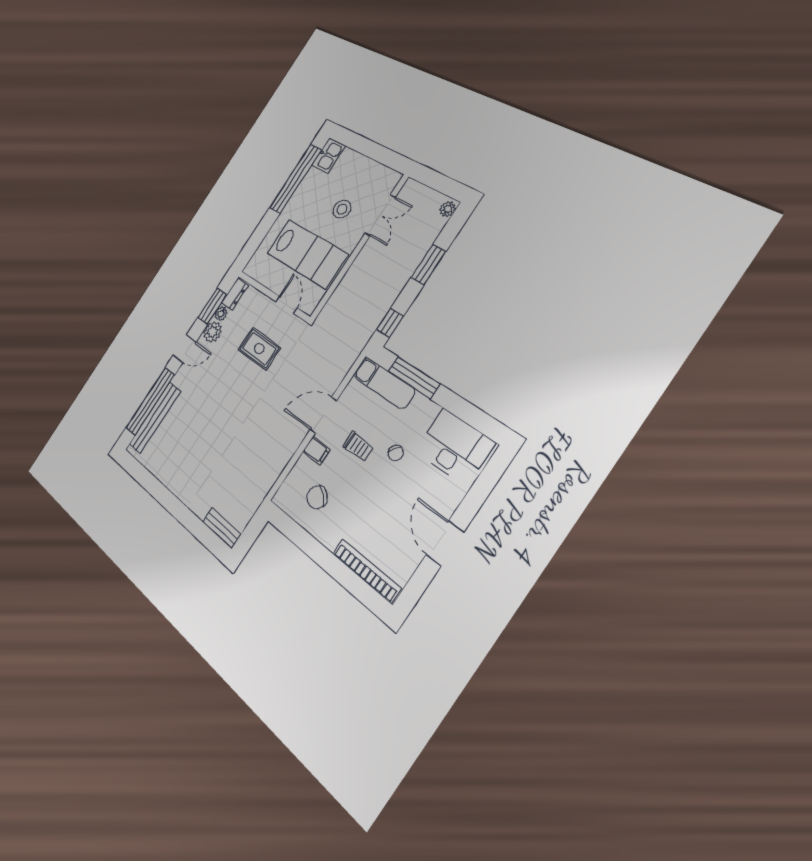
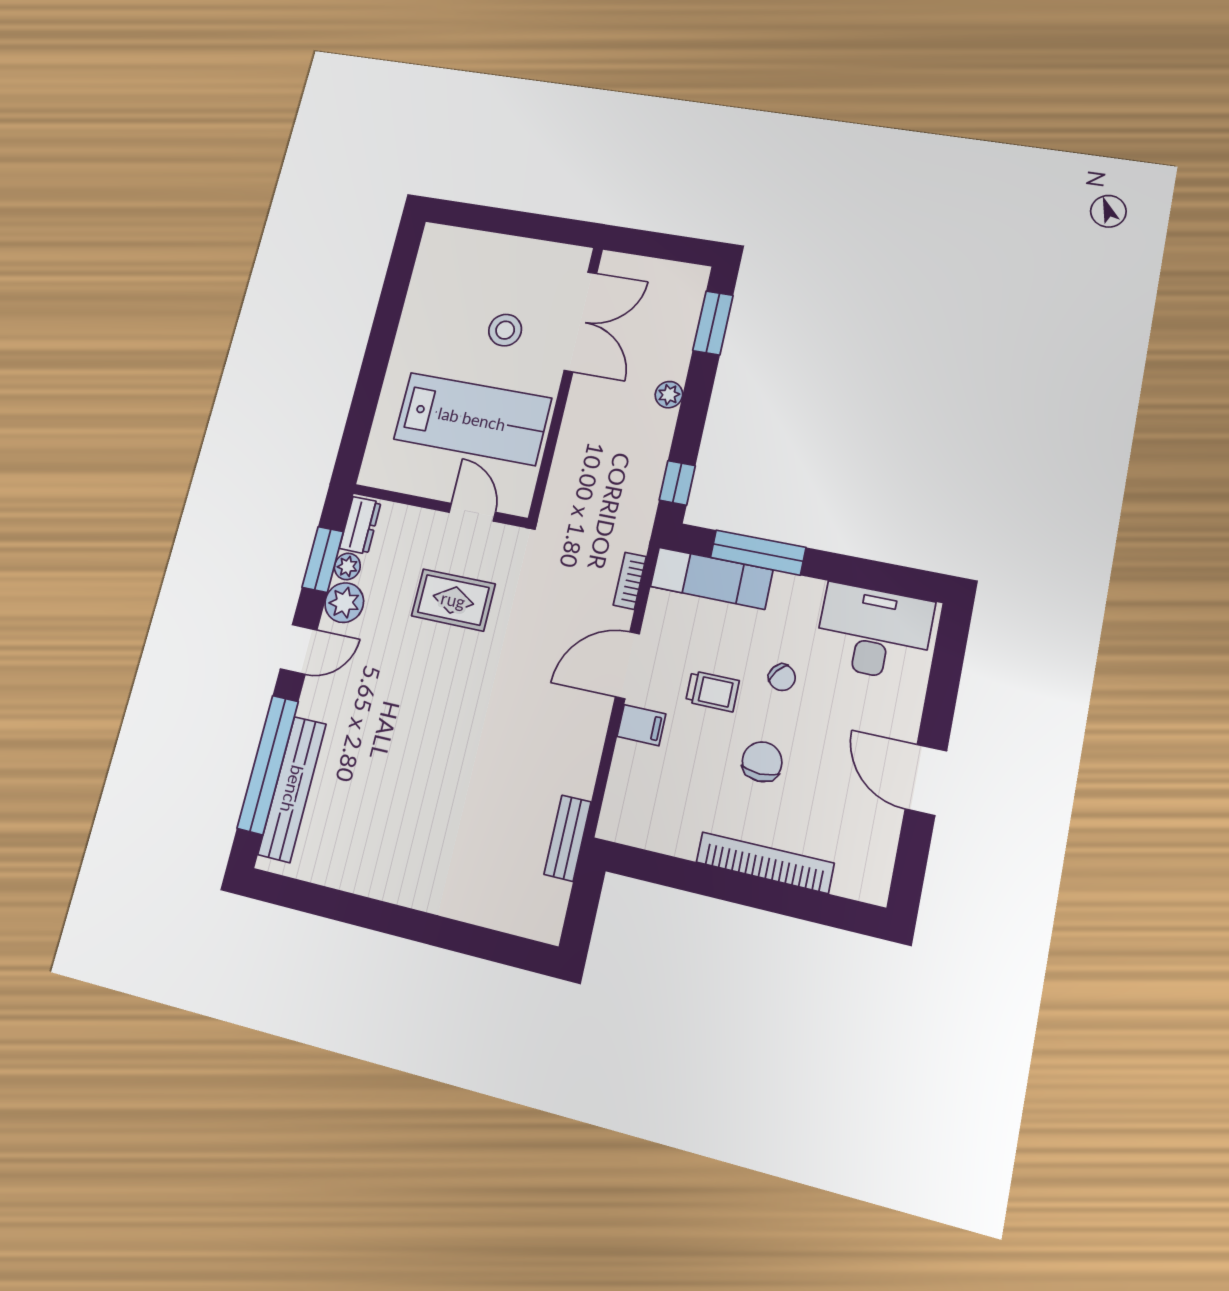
kitchen sink: (329, 156) -> (438, 251), removed
window: (296, 179) -> (391, 303), removed
plant: (448, 209) -> (669, 395), moved
double door: (380, 215) -> (580, 322), width x1.37
window: (428, 265) -> (713, 323), moved
bookcase: (344, 369) -> (630, 581), added
chair: (317, 497) -> (762, 762), moved, turned 140
bench: (221, 528) -> (568, 838), moved, turned 90
bookcase: (366, 571) -> (765, 863), moved

